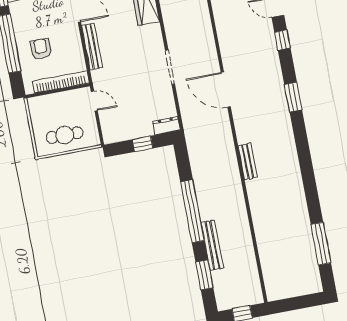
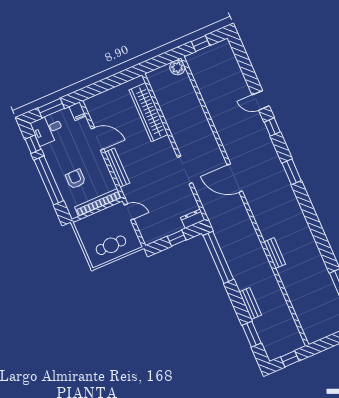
bench: (248, 161) -> (275, 253), moved
window: (192, 211) -> (218, 257), moved
bench: (212, 245) -> (250, 303), width x0.73

